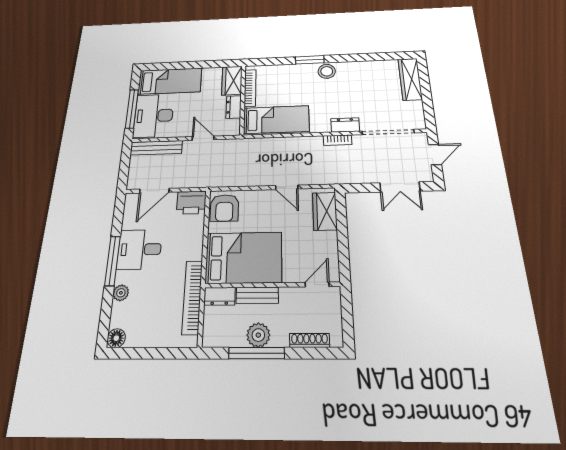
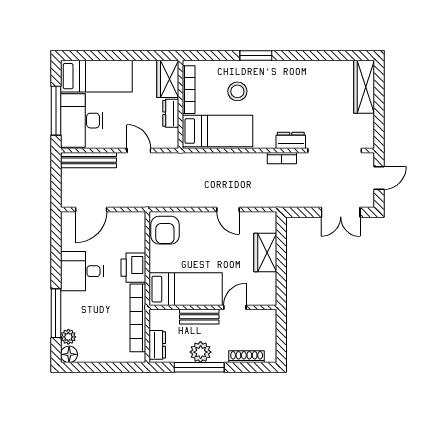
stool: (327, 71) -> (237, 91), moved
printer: (191, 203) -> (133, 268), moved, turned 90
wardrobe: (325, 211) -> (265, 252), moved
bed: (244, 258) -> (186, 289), width x0.67
window: (112, 261) -> (56, 313), moved
door: (317, 284) -> (235, 307), moved
plant: (121, 293) -> (68, 337), moved
dresser: (220, 296) -> (157, 345), moved, turned -90

